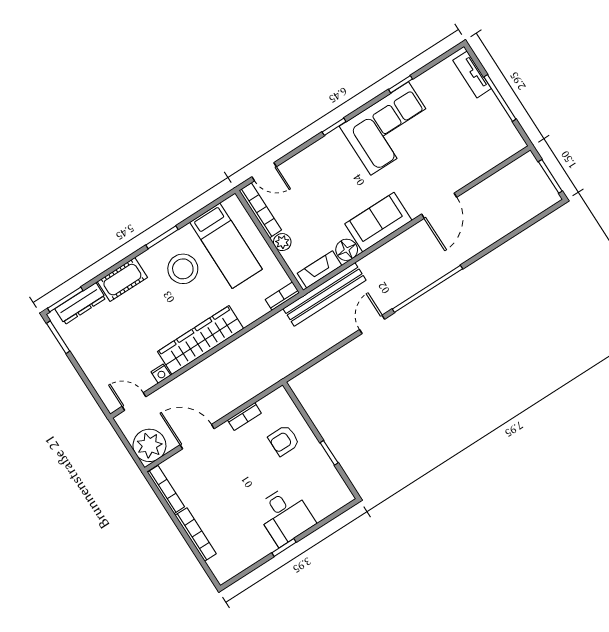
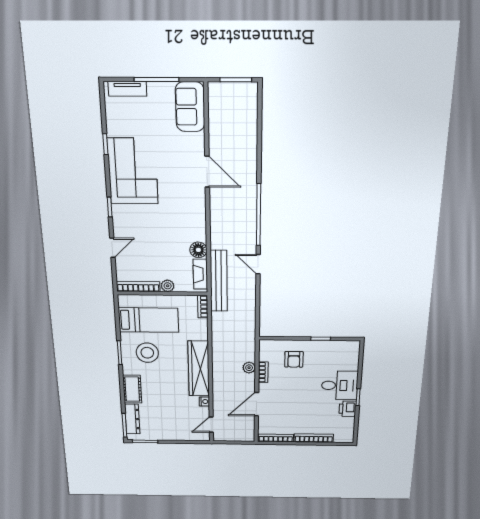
door: (264, 172) -> (112, 248), moved
sofa: (378, 222) -> (190, 107), moved
plant: (149, 445) -> (249, 368), moved, width x0.53, depth x0.53
printer: (261, 546) -> (348, 409), added

